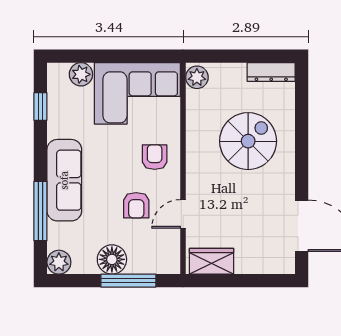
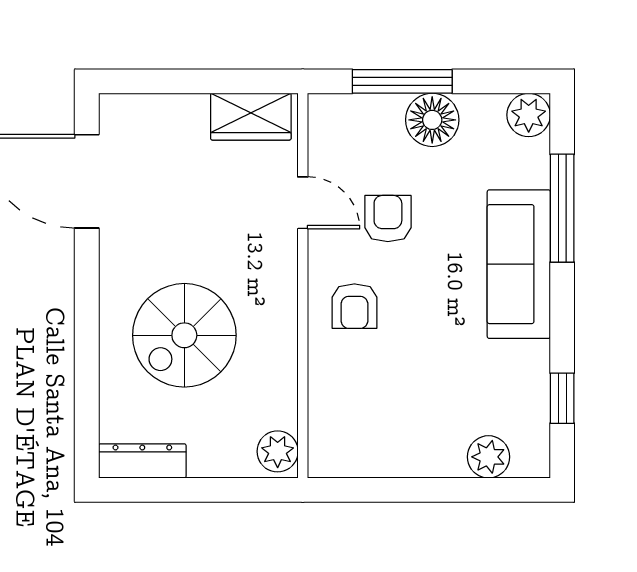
corner sofa: (137, 93) -> (386, 422), removed
door: (183, 214) -> (303, 203), hinge flipped

